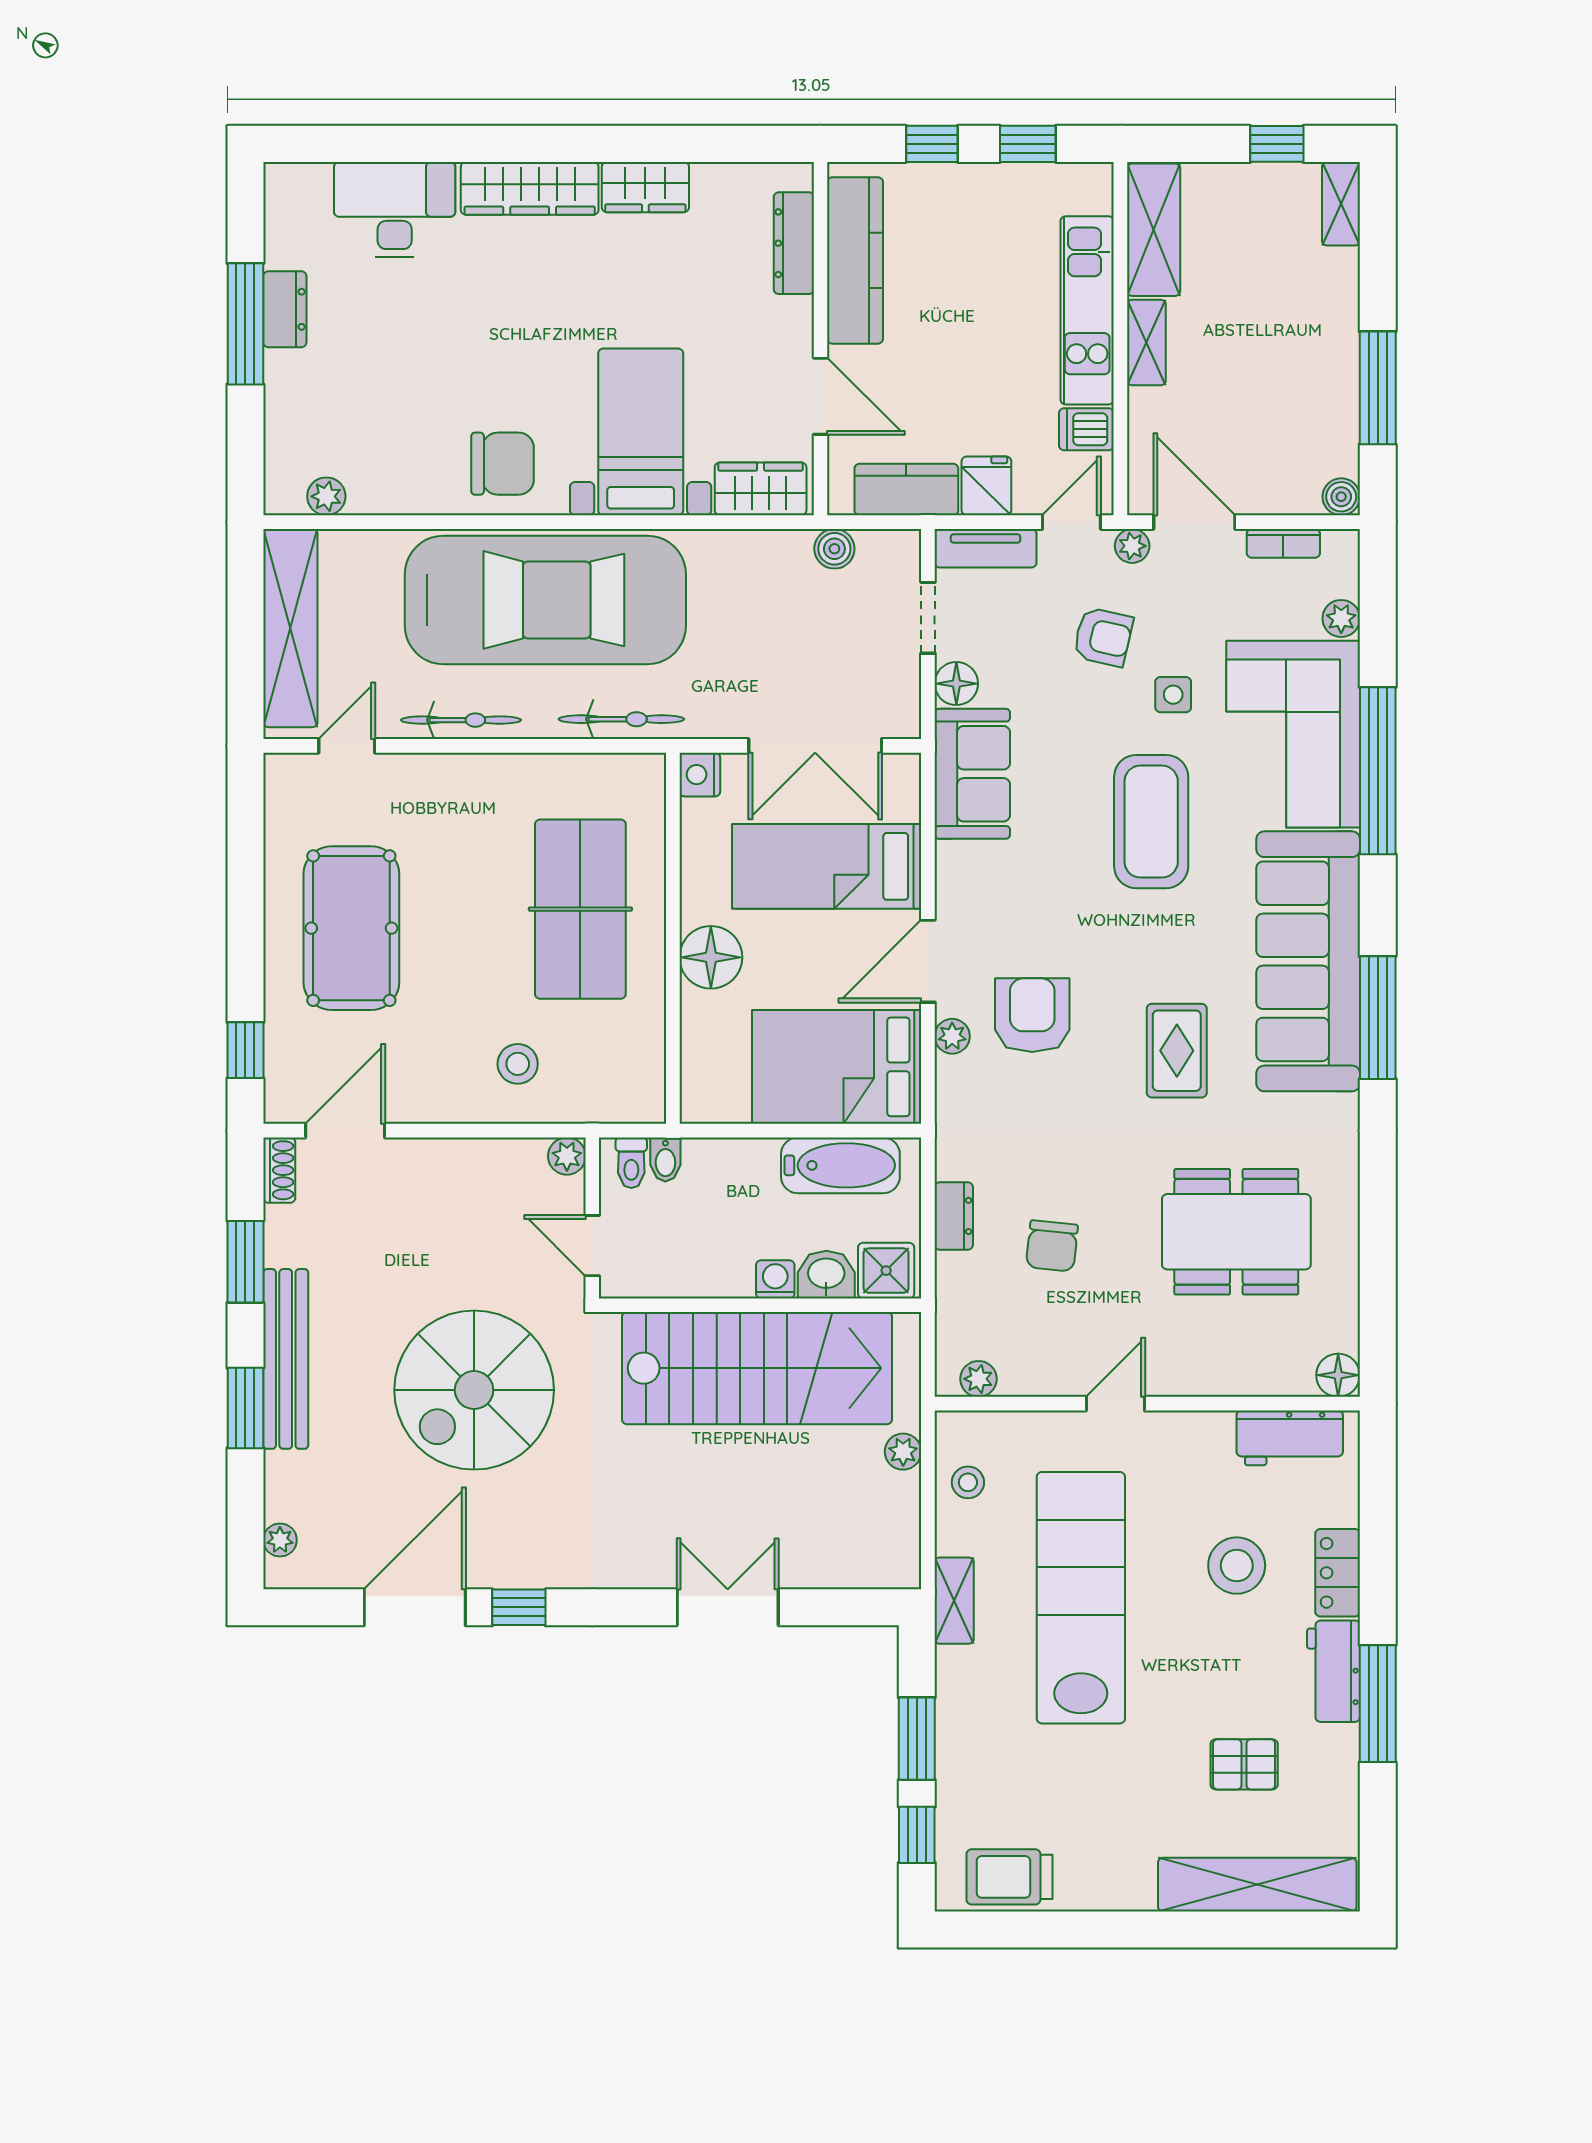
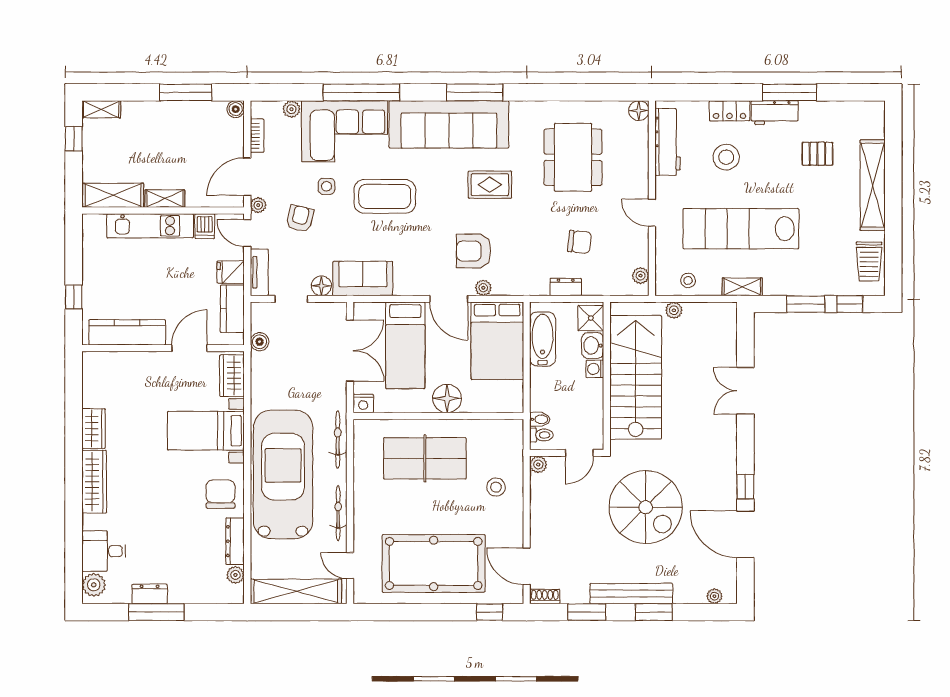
window: (1028, 144) -> (74, 253), removed
plant: (305, 188) -> (94, 585), added
desk: (395, 209) -> (104, 551), width x0.73
dresser: (794, 243) -> (235, 541), moved, turned 90
pool table: (351, 928) -> (434, 563), width x1.36, depth x1.32
workbench: (1290, 1438) -> (668, 142), width x1.38
pallet: (1244, 1764) -> (817, 154), turned 90
shelving: (1257, 1885) -> (873, 185), moved

